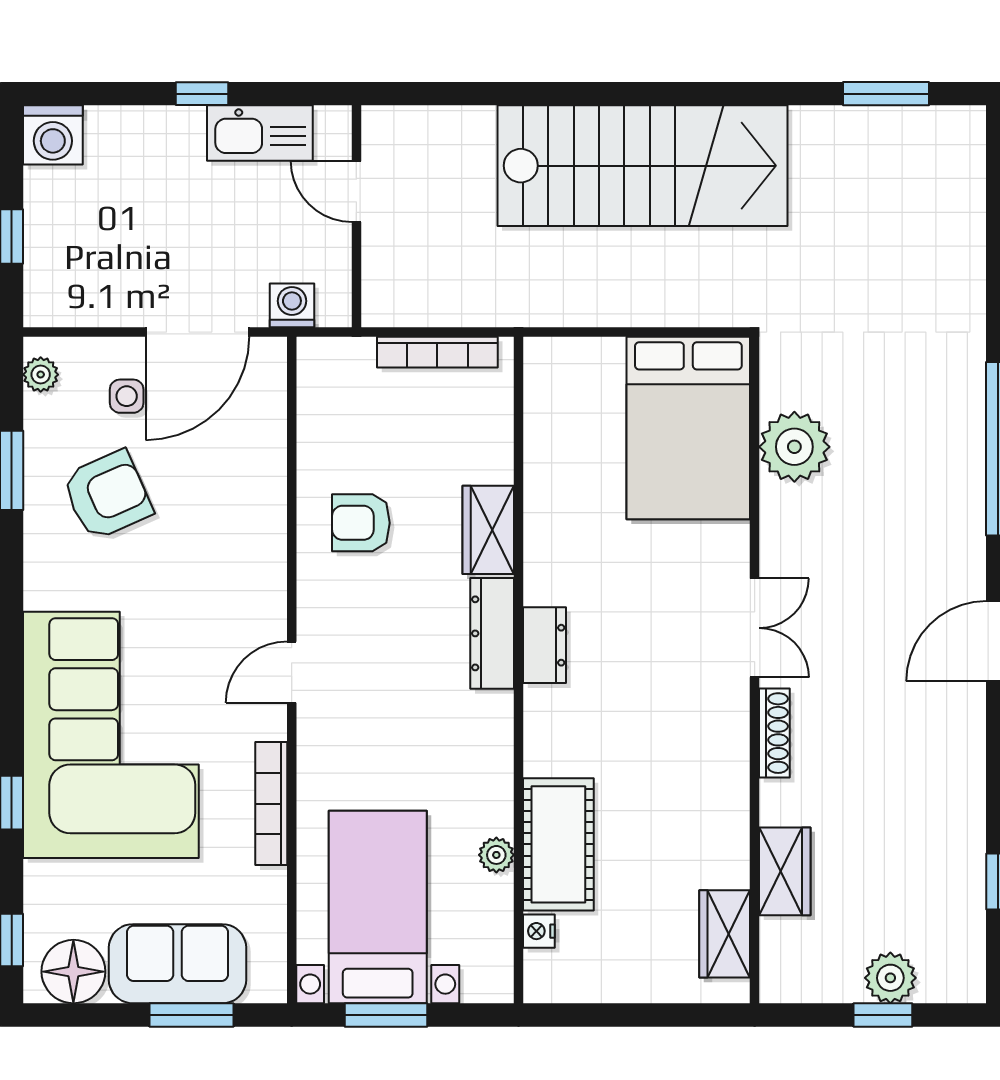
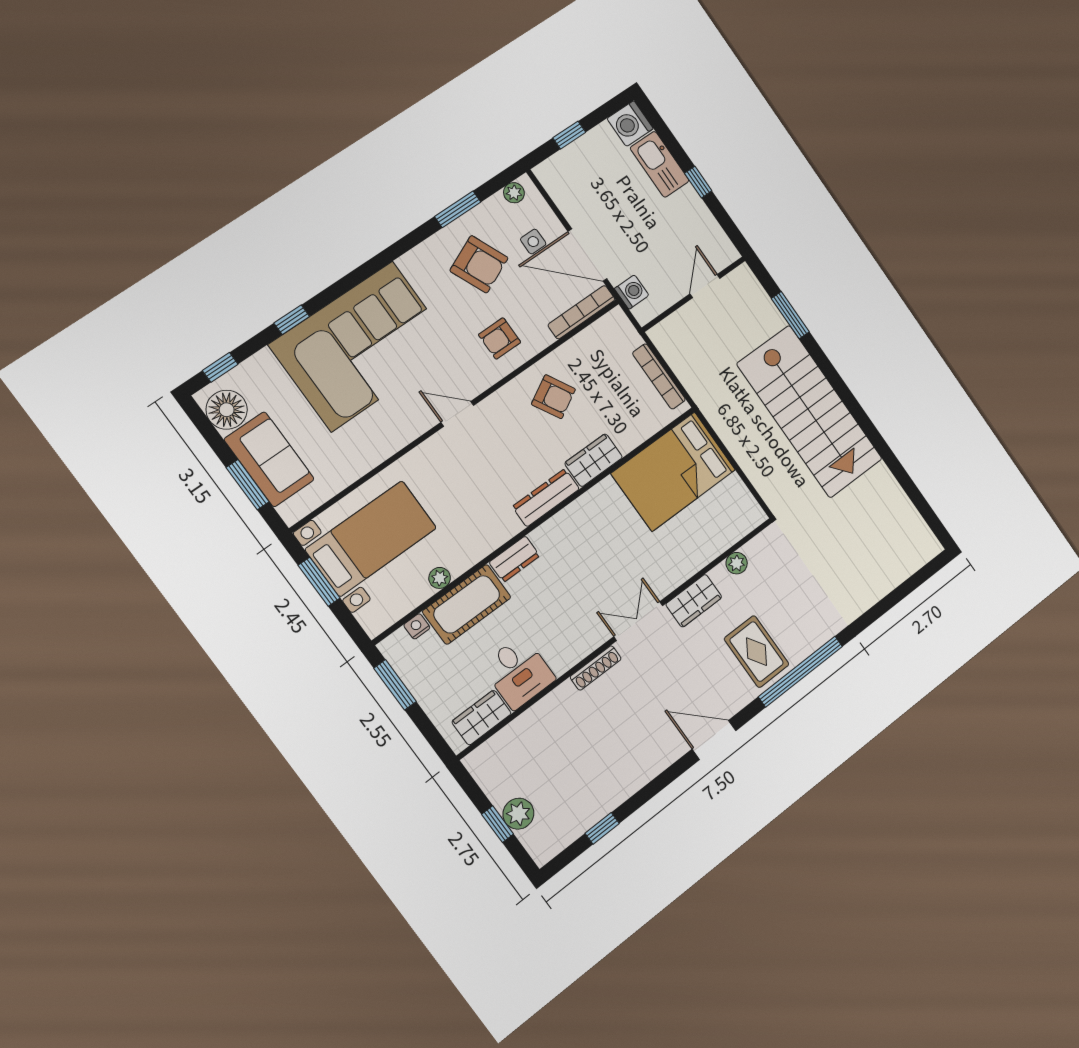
window: (886, 94) -> (790, 315), moved
kitchen sink: (260, 133) -> (660, 164), moved
bed: (688, 428) -> (673, 472), moved
plant: (794, 447) -> (737, 563), width x0.53, depth x0.53
rug: (922, 492) -> (757, 652), added
armchair: (361, 523) -> (553, 397), turned 151
armchair: (229, 540) -> (500, 338), added
double door: (755, 628) -> (638, 621), swing flipped
dresser: (545, 645) -> (515, 559), moved
bookcase: (271, 804) -> (581, 312), moved
desk: (701, 841) -> (518, 672), added
wardrobe: (785, 871) -> (694, 601), moved
window: (595, 1015) -> (395, 685), added

